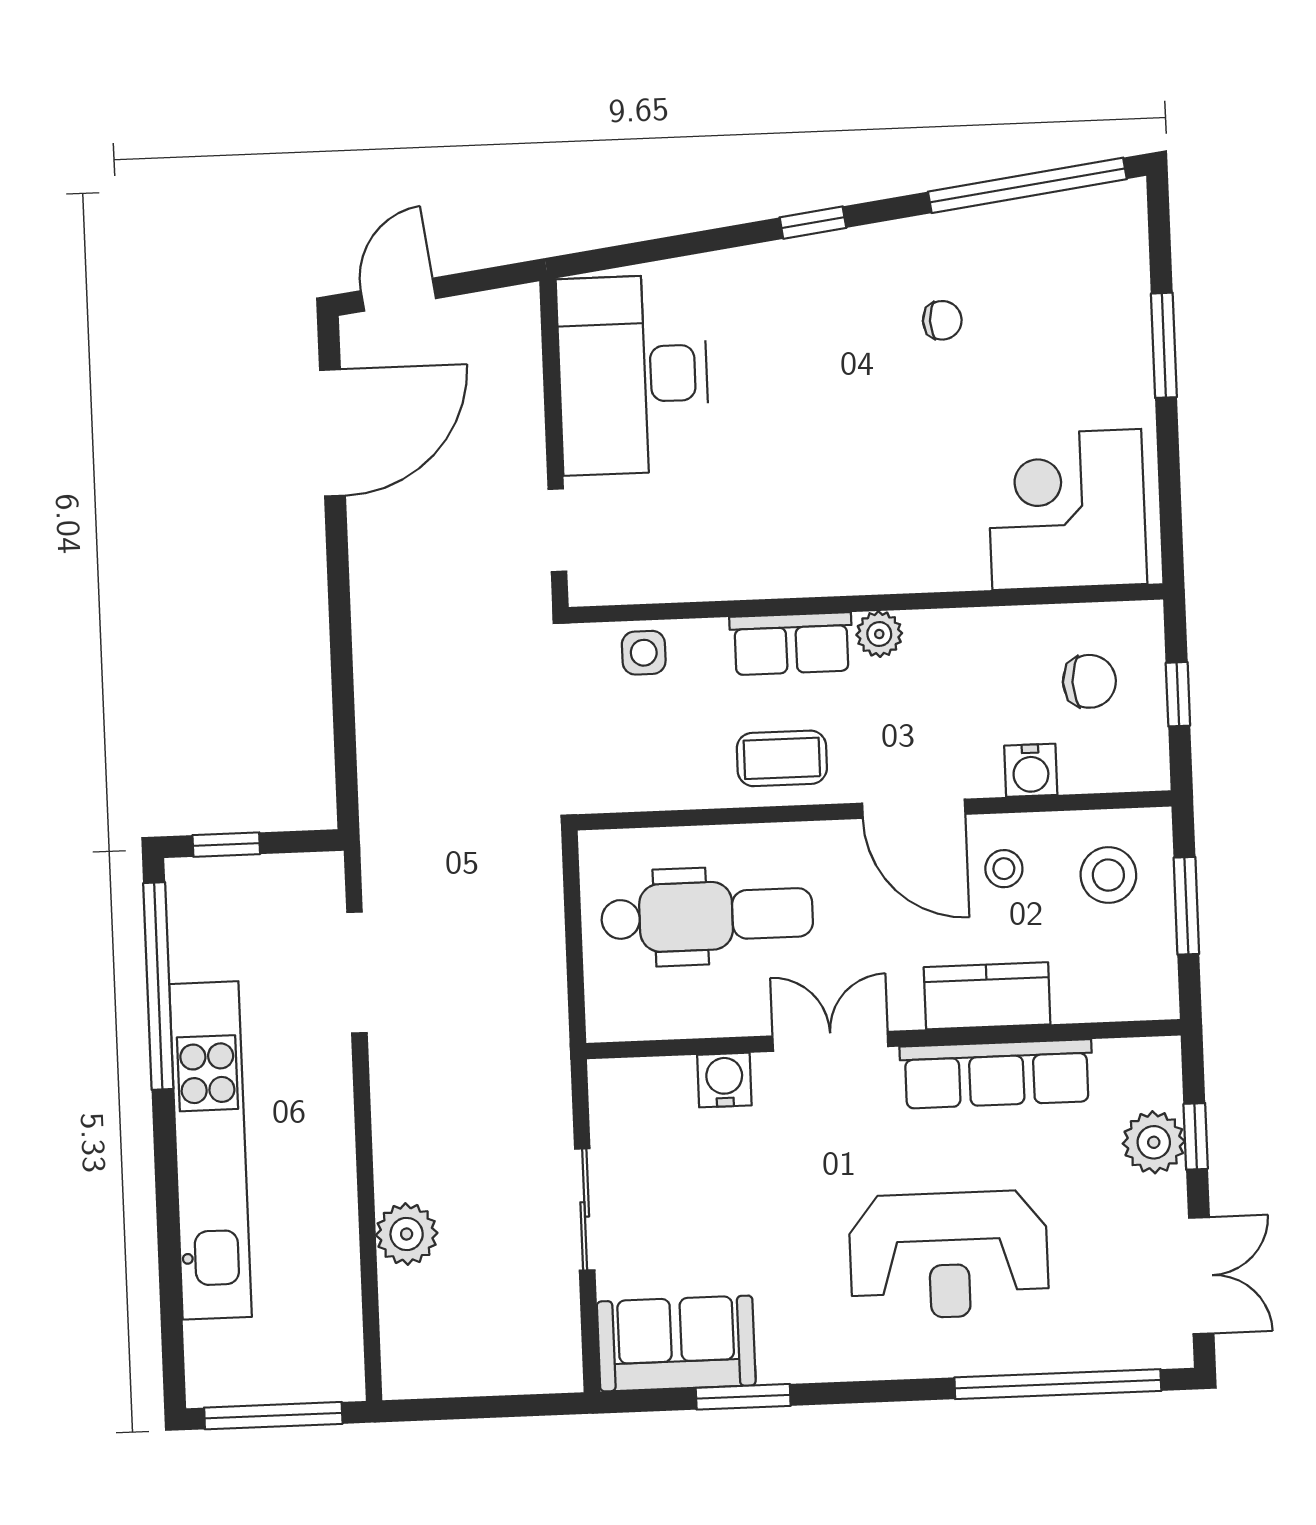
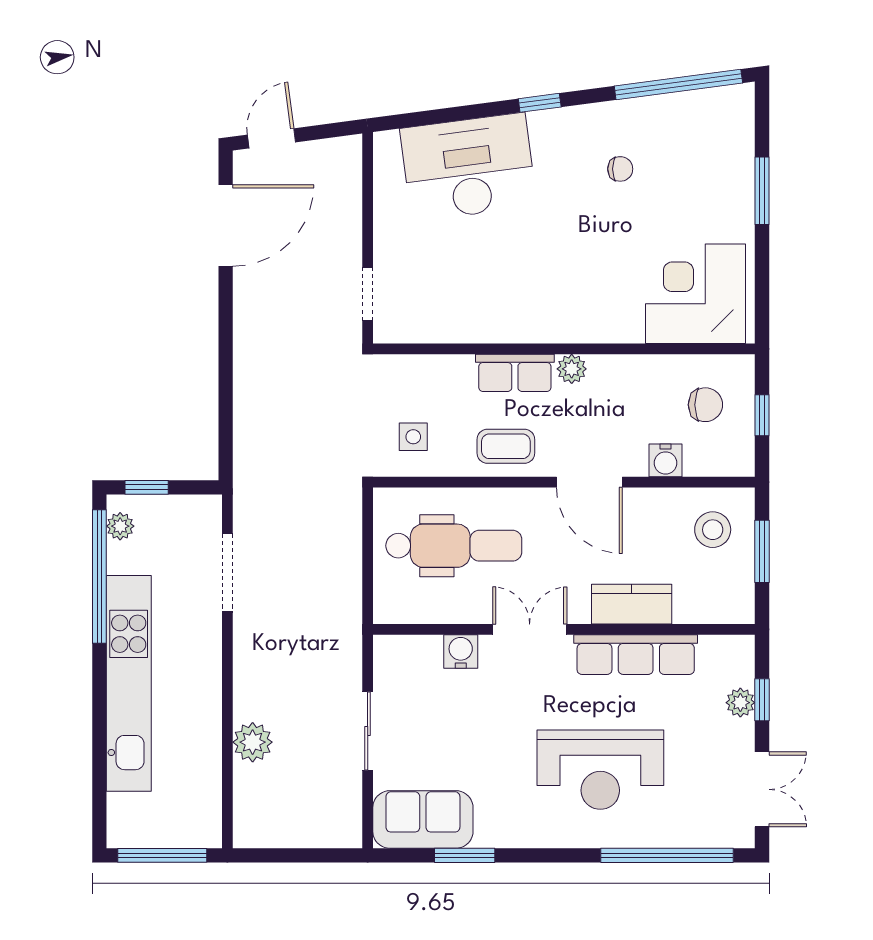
desk: (633, 375) -> (468, 167), moved, turned 82
side table: (644, 653) -> (413, 437), moved
stool: (1004, 869) -> (646, 523), removed
plant: (188, 907) -> (120, 526), added
plant: (1154, 1142) -> (740, 703), width x0.73, depth x0.73

